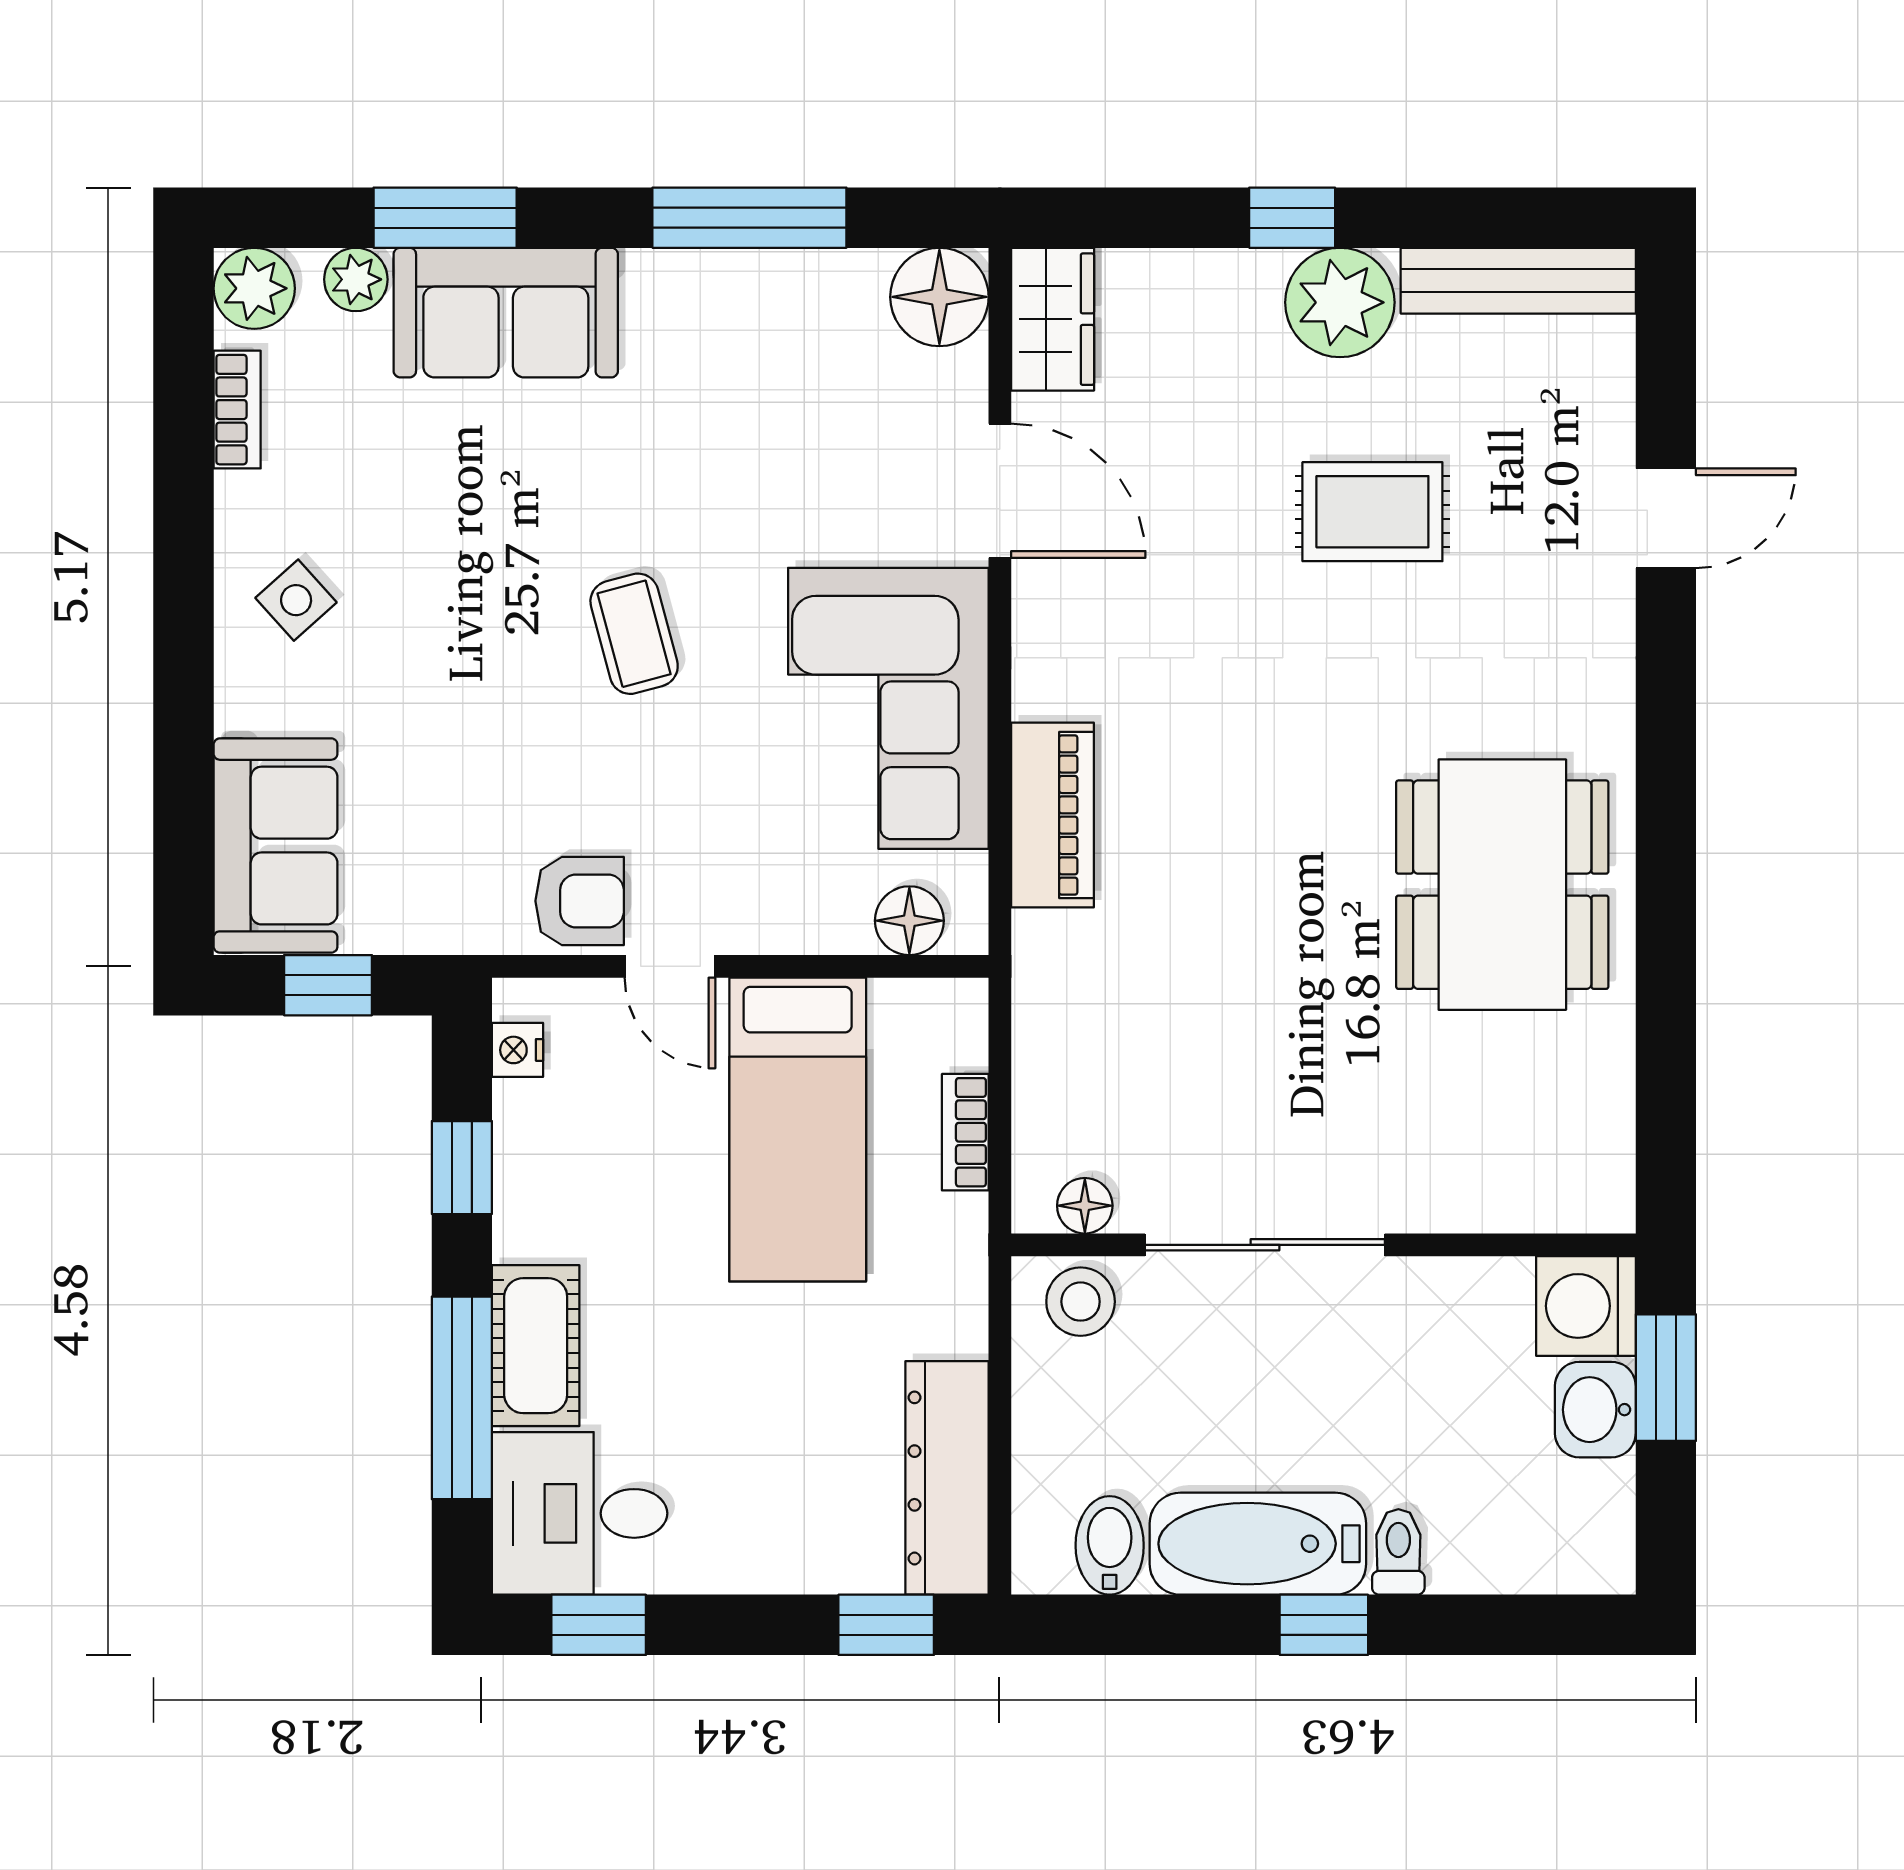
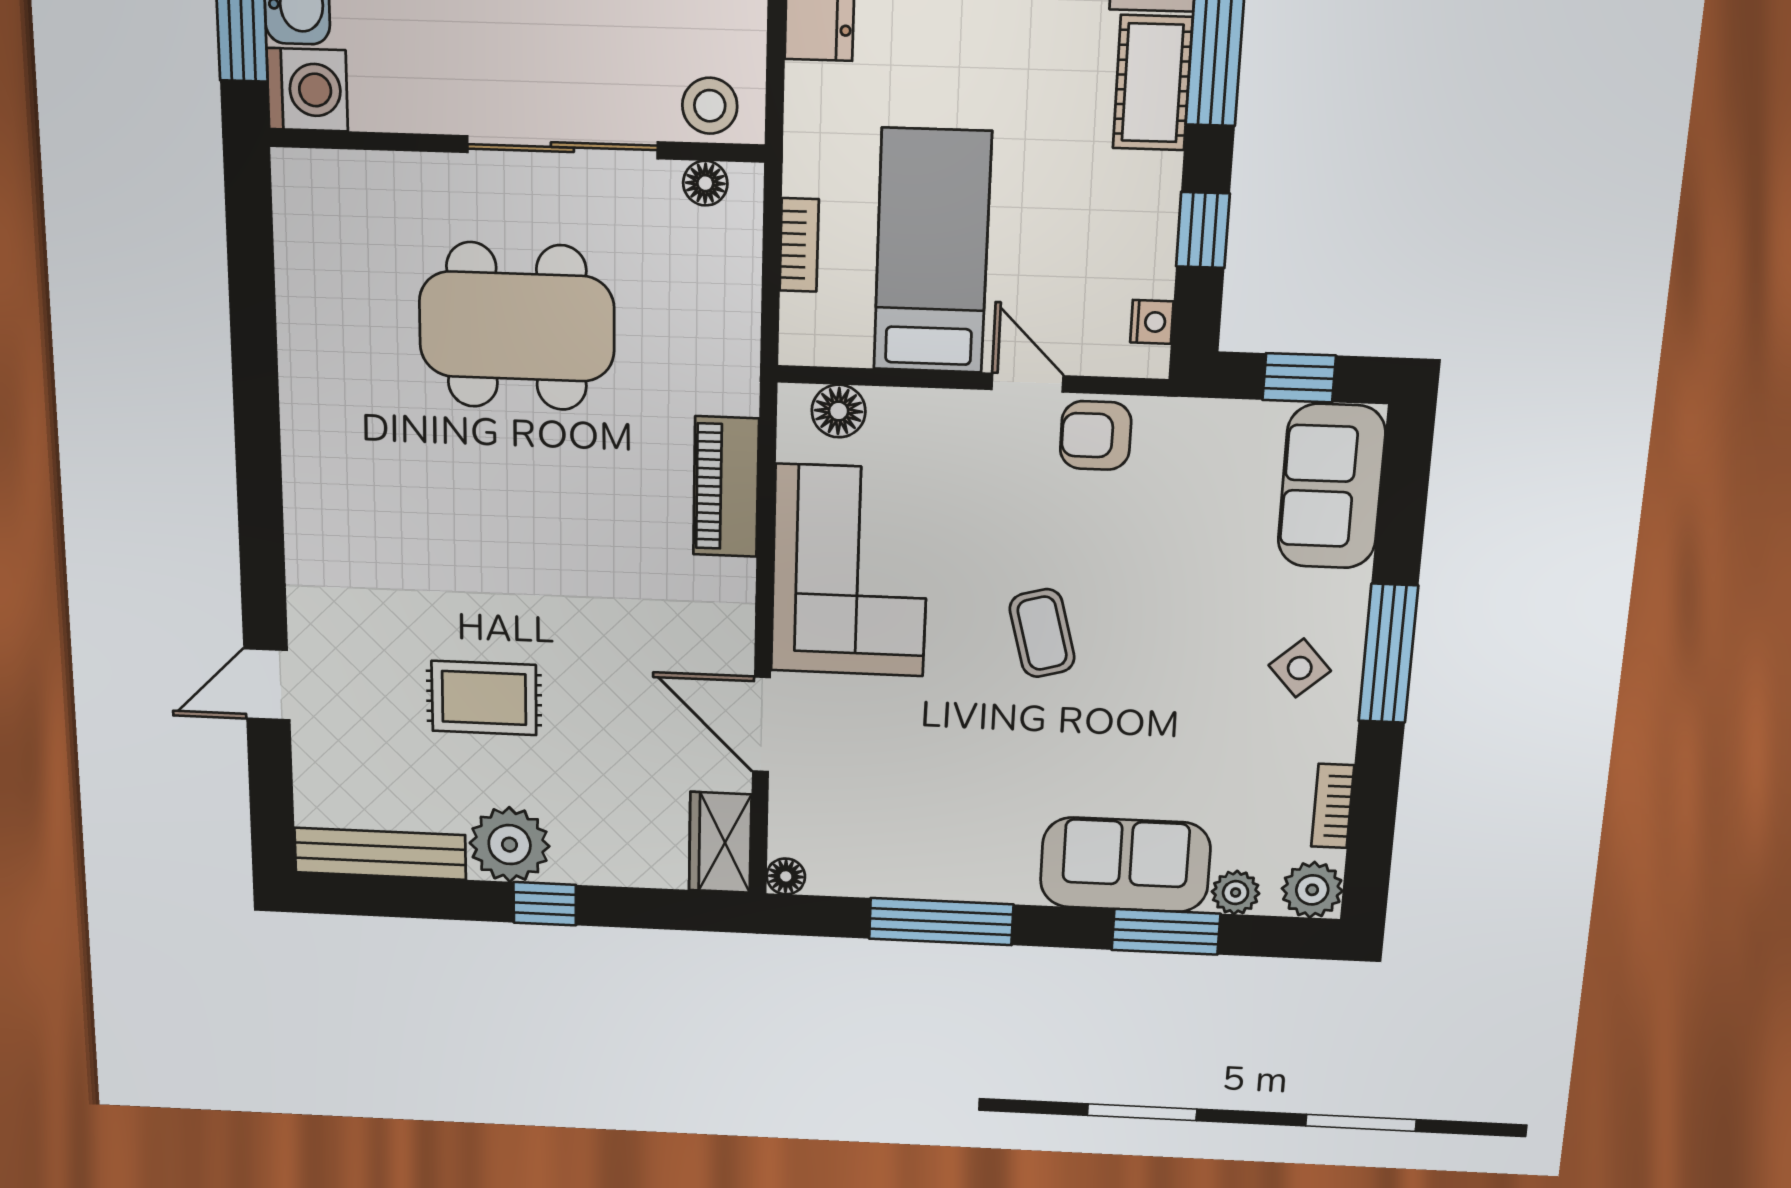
floor lamp: (939, 297) -> (786, 876), width x0.53, depth x0.53
window: (183, 625) -> (1388, 654), added
dining table: (1502, 885) -> (517, 326), moved, turned 90

